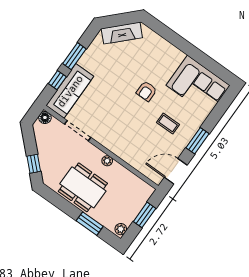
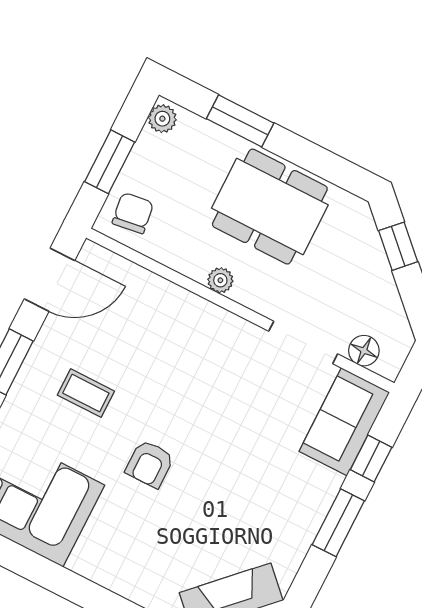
sofa: (70, 91) -> (344, 422), width x0.73
armchair: (147, 91) -> (150, 464), turned 180
floor lamp: (45, 117) -> (364, 351), moved
chair: (138, 193) -> (133, 213), added

